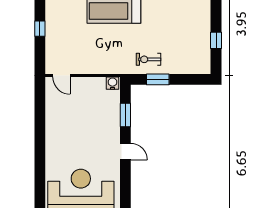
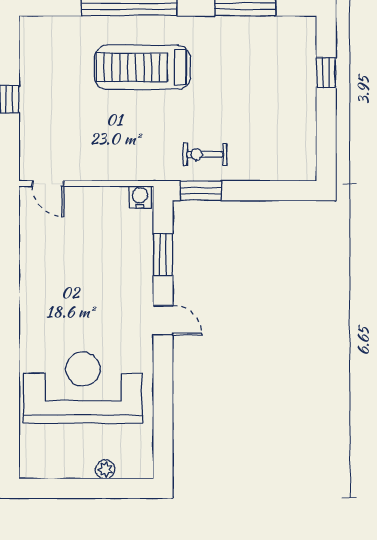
window: (216, 40) -> (326, 73), moved
window: (158, 79) -> (201, 191), moved

